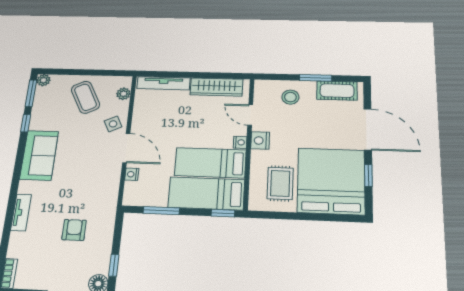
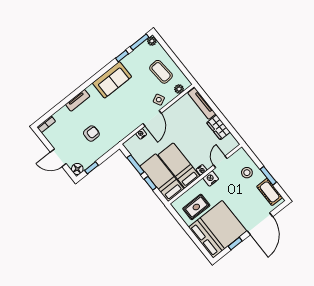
wardrobe: (217, 87) -> (218, 127), width x0.67
coffee table: (85, 97) -> (161, 72), turned -67
window: (223, 213) -> (150, 183), moved

